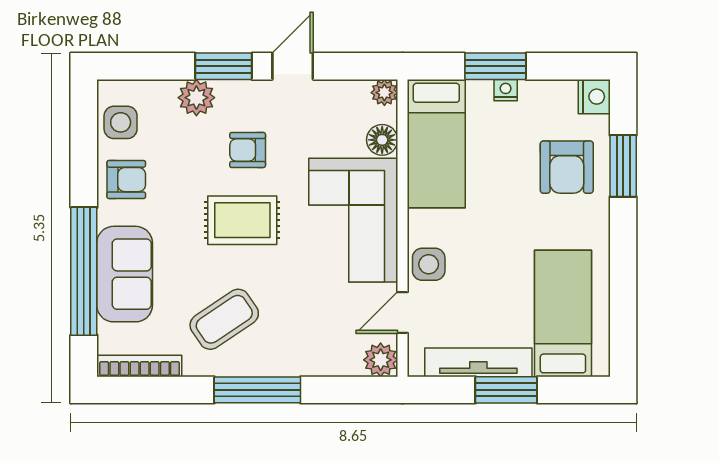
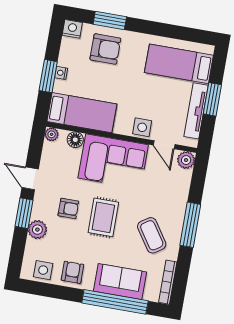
armchair: (248, 150) -> (68, 208), turned -90

